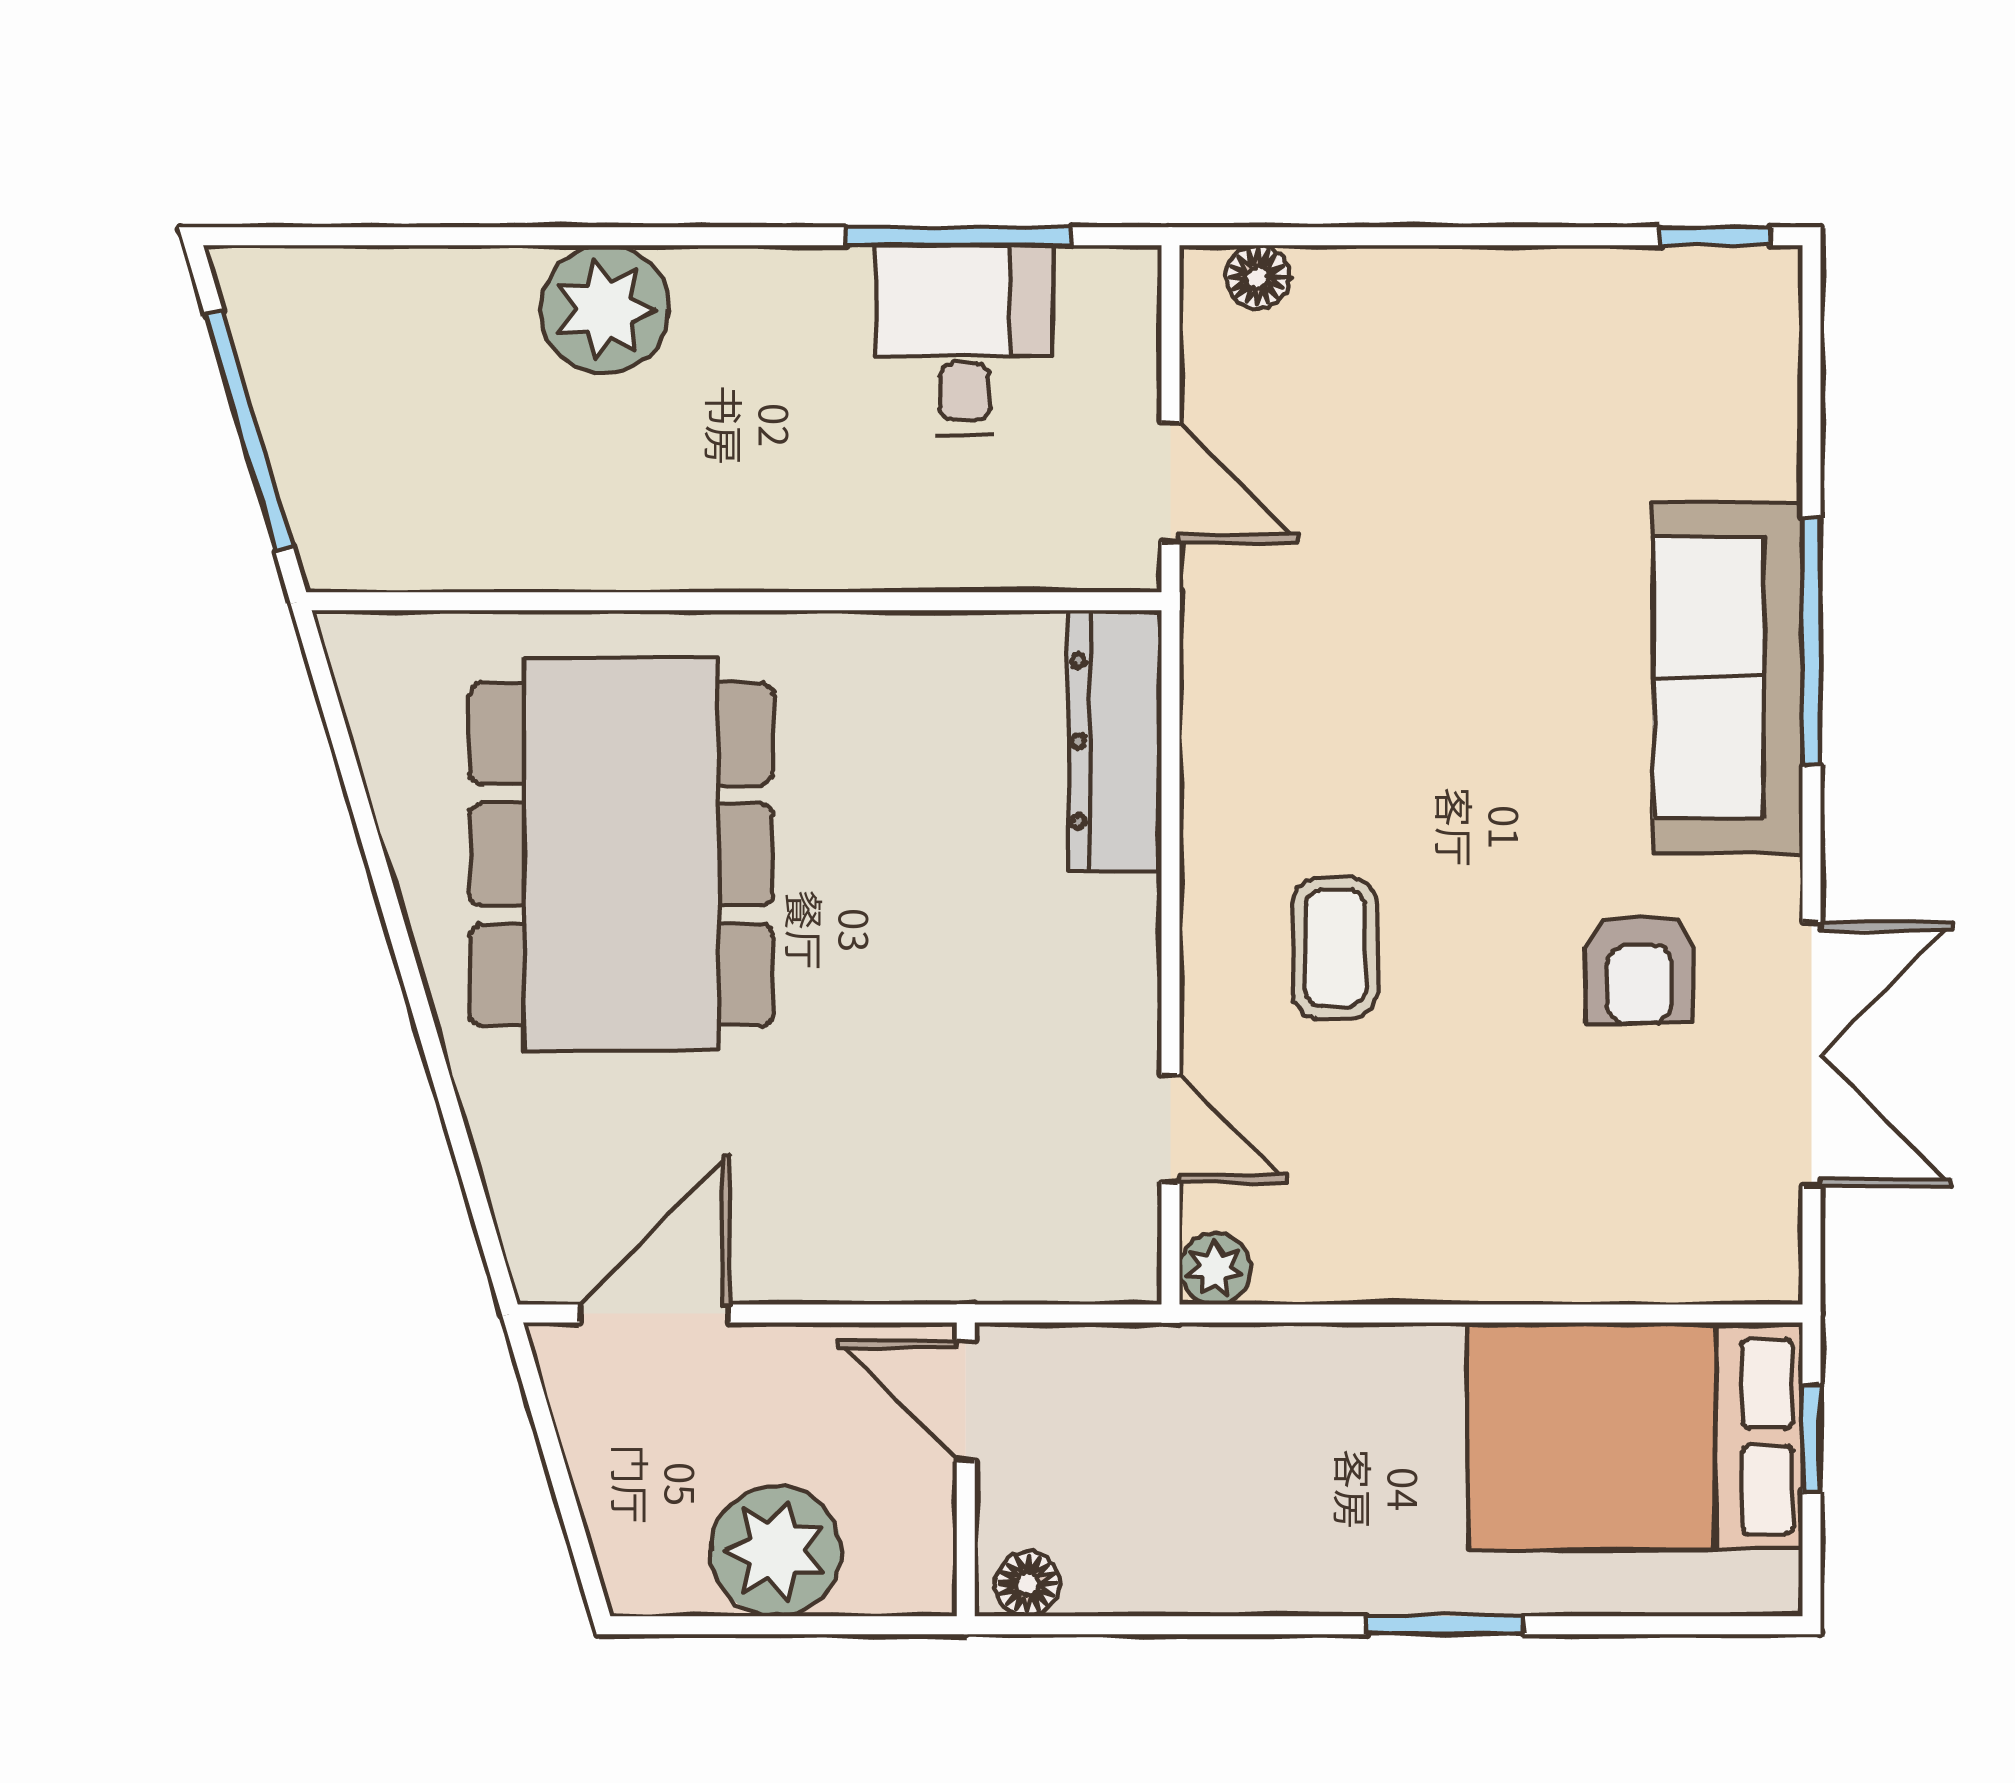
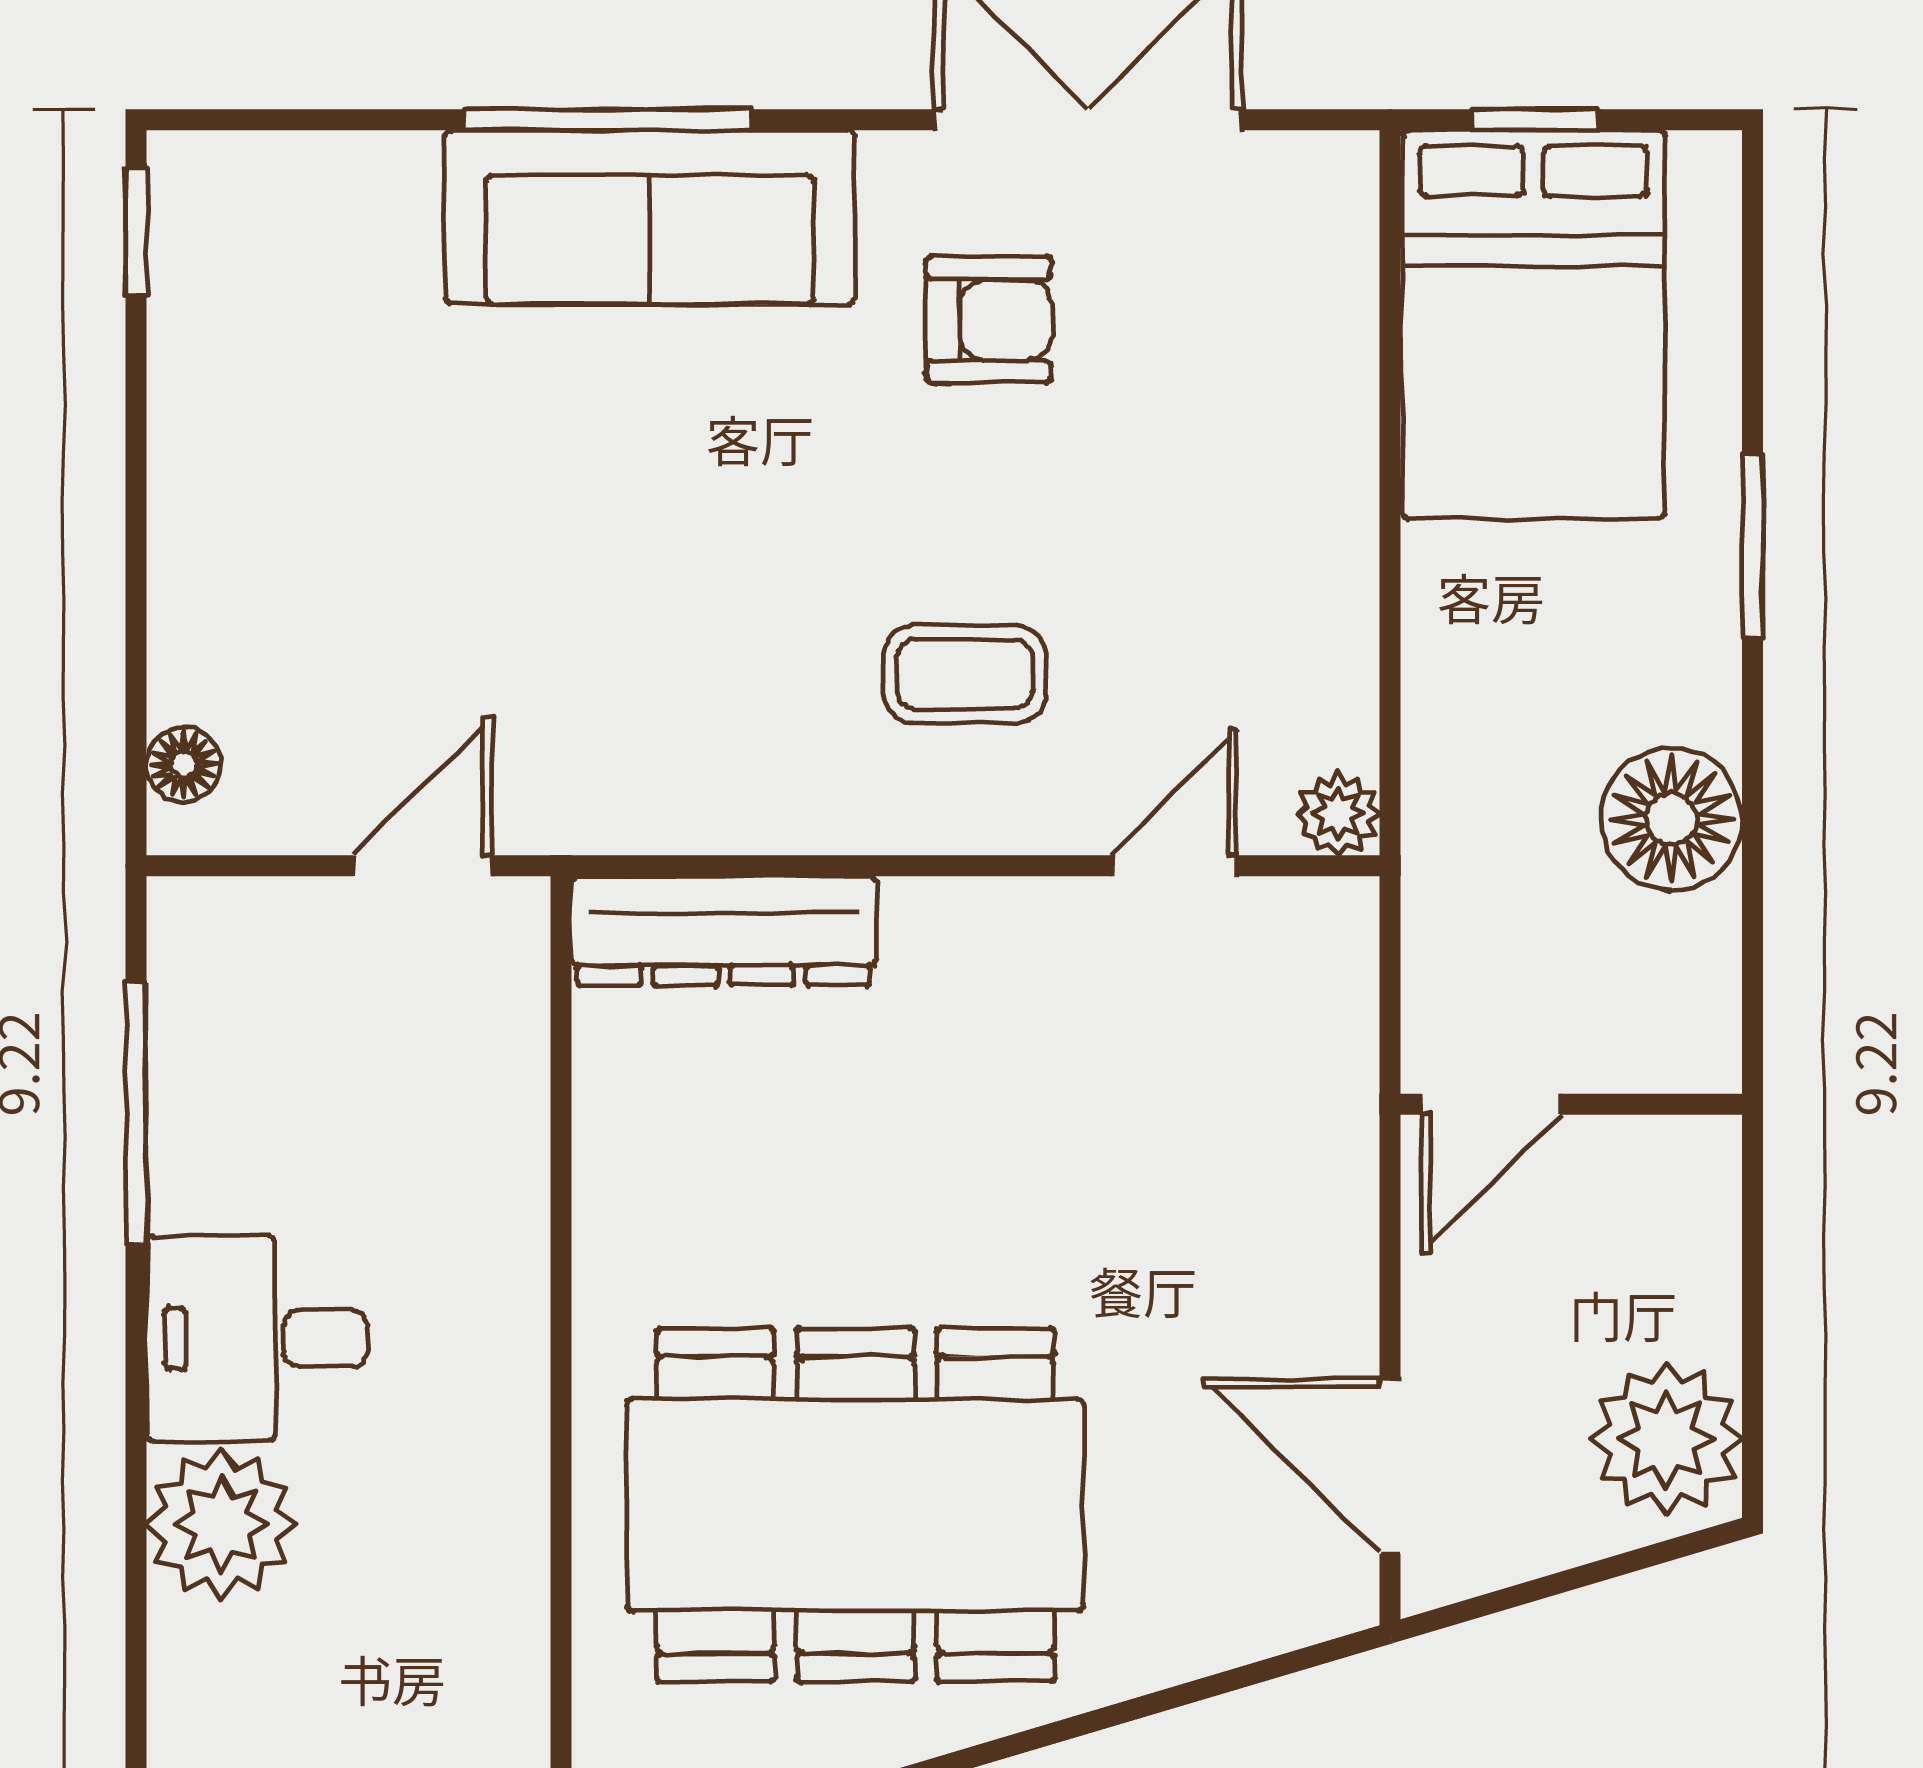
desk: (965, 340) -> (257, 1338), moved
plant: (776, 1551) -> (1666, 1439), moved
floor lamp: (1027, 1584) -> (1671, 819), moved, width x1.89, depth x1.89

